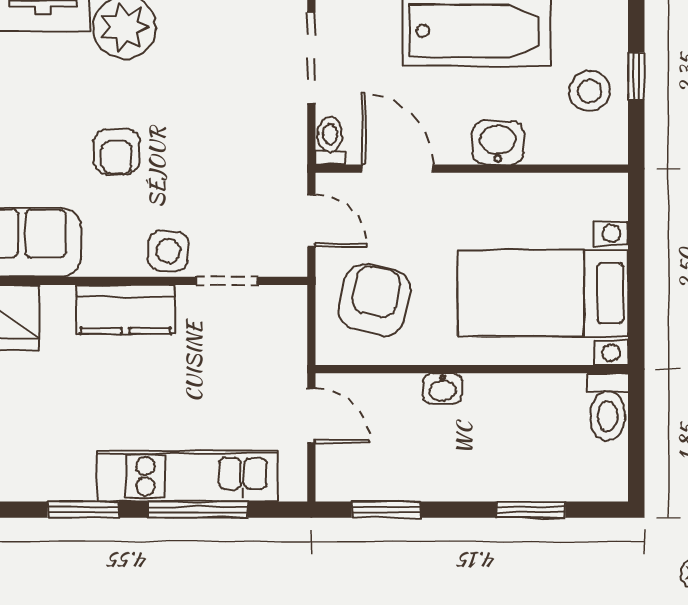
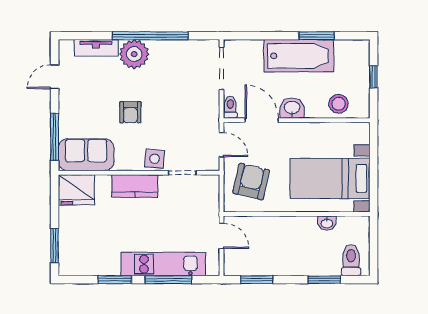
stool: (590, 91) -> (339, 104), moved
washbasin: (498, 143) -> (292, 108), moved
washbasin: (443, 389) -> (327, 223), moved
toilet: (608, 407) -> (351, 260), moved, turned 180

